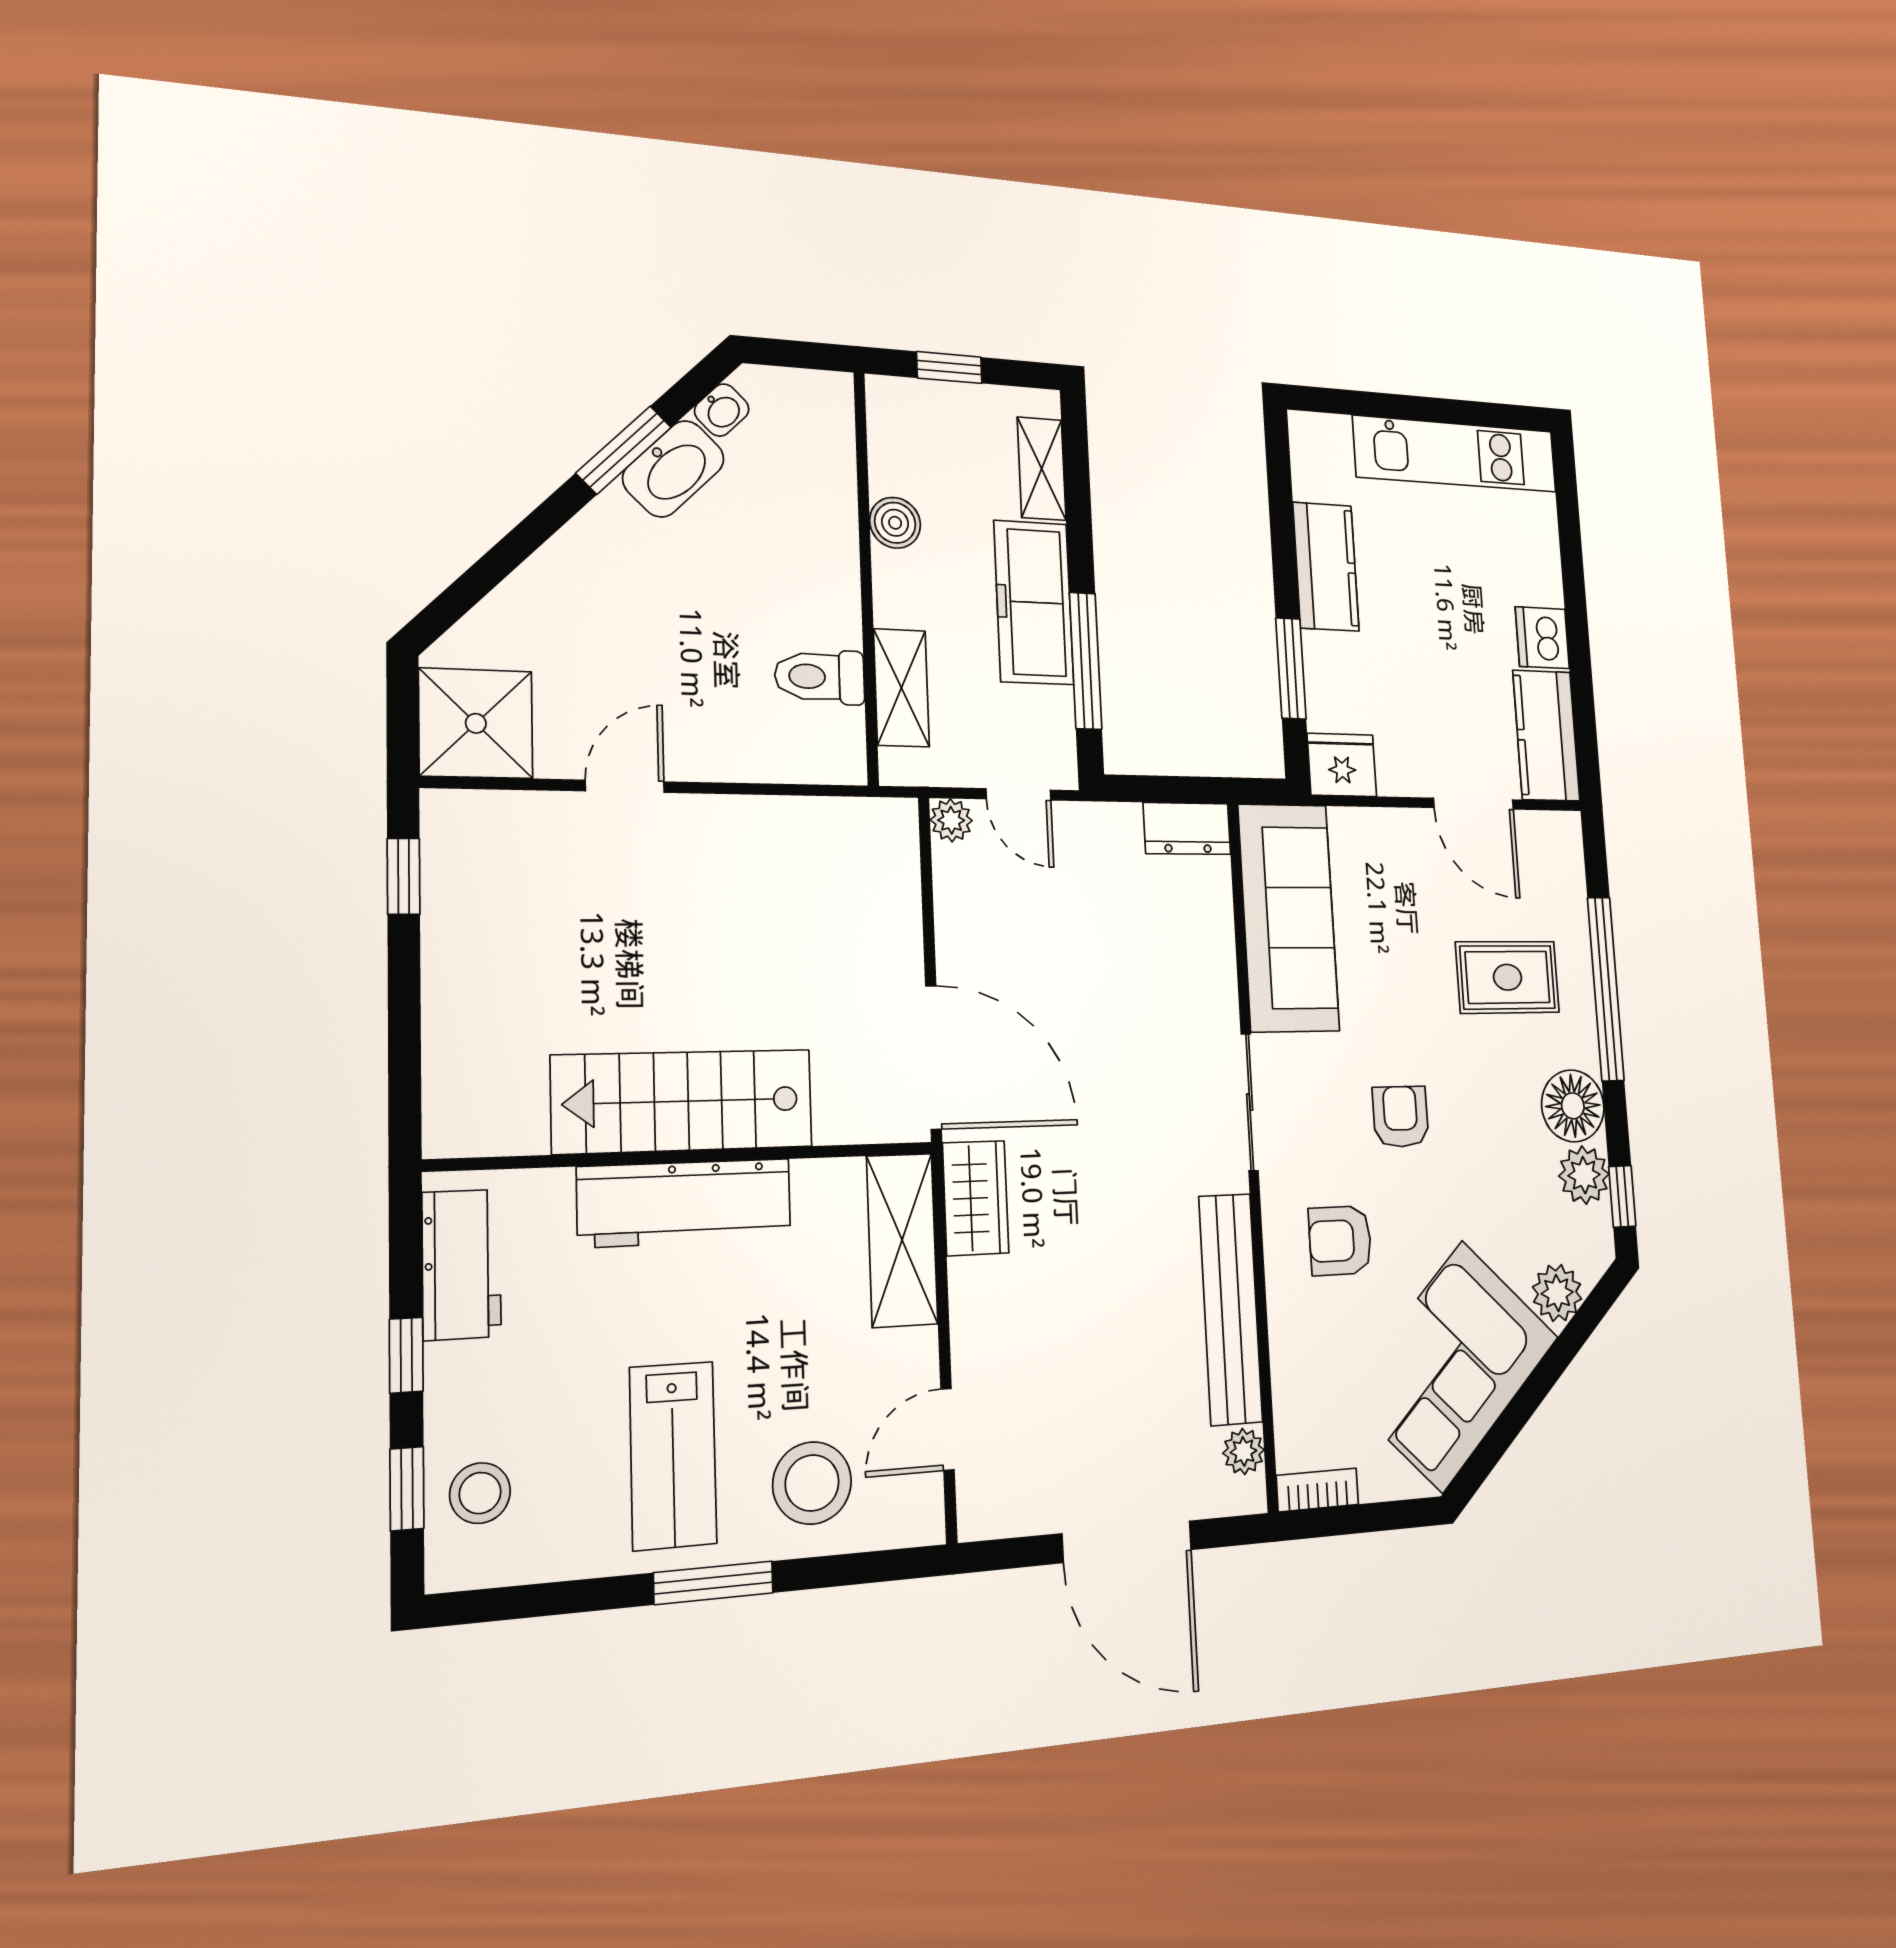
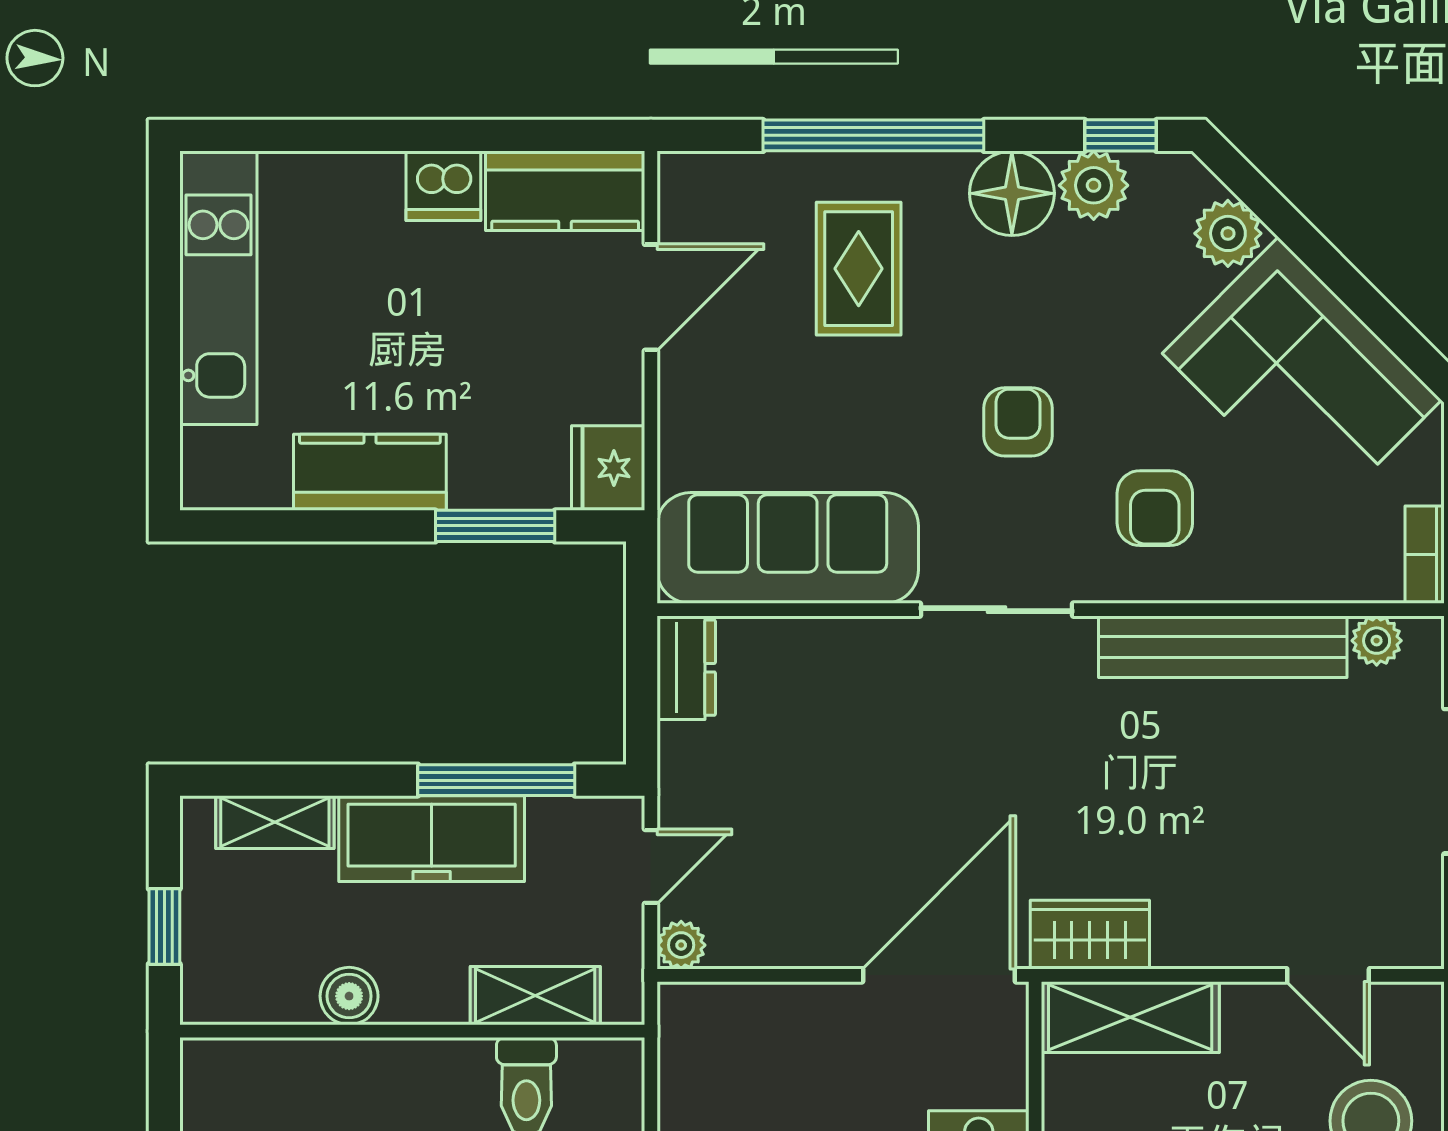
armchair: (1400, 1117) -> (1018, 422), turned 90

